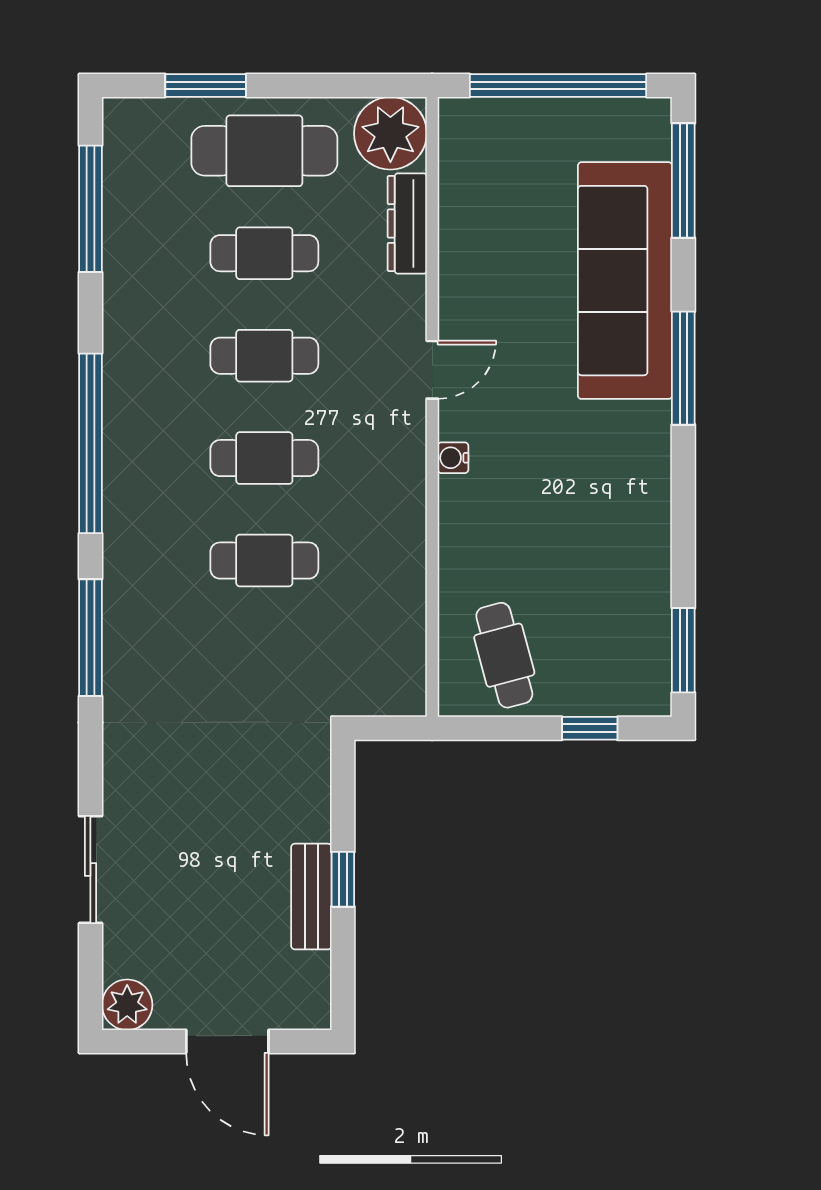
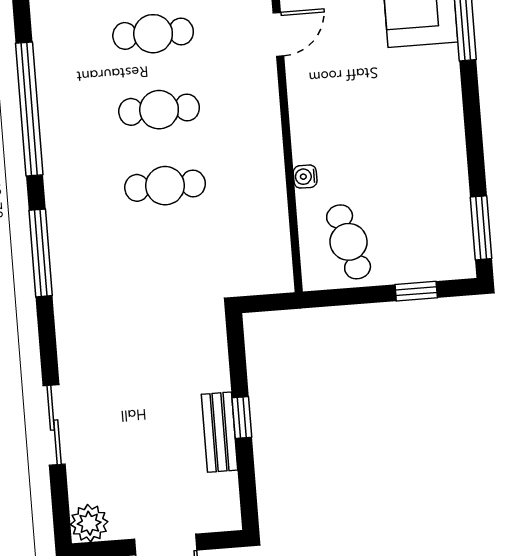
water cooler: (453, 458) -> (305, 177), moved

